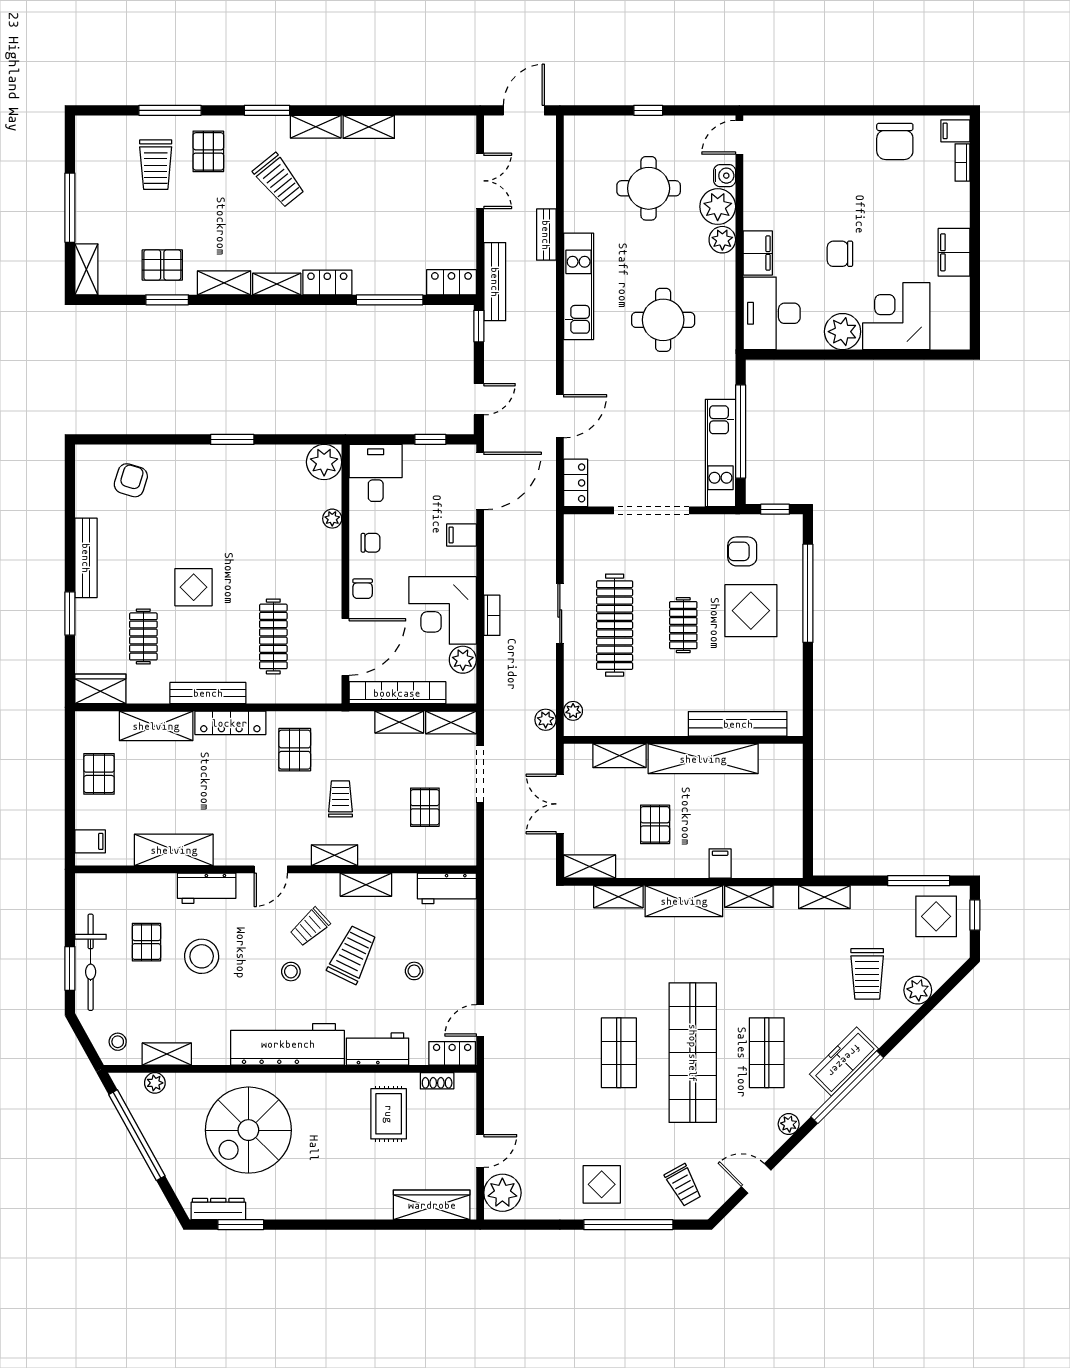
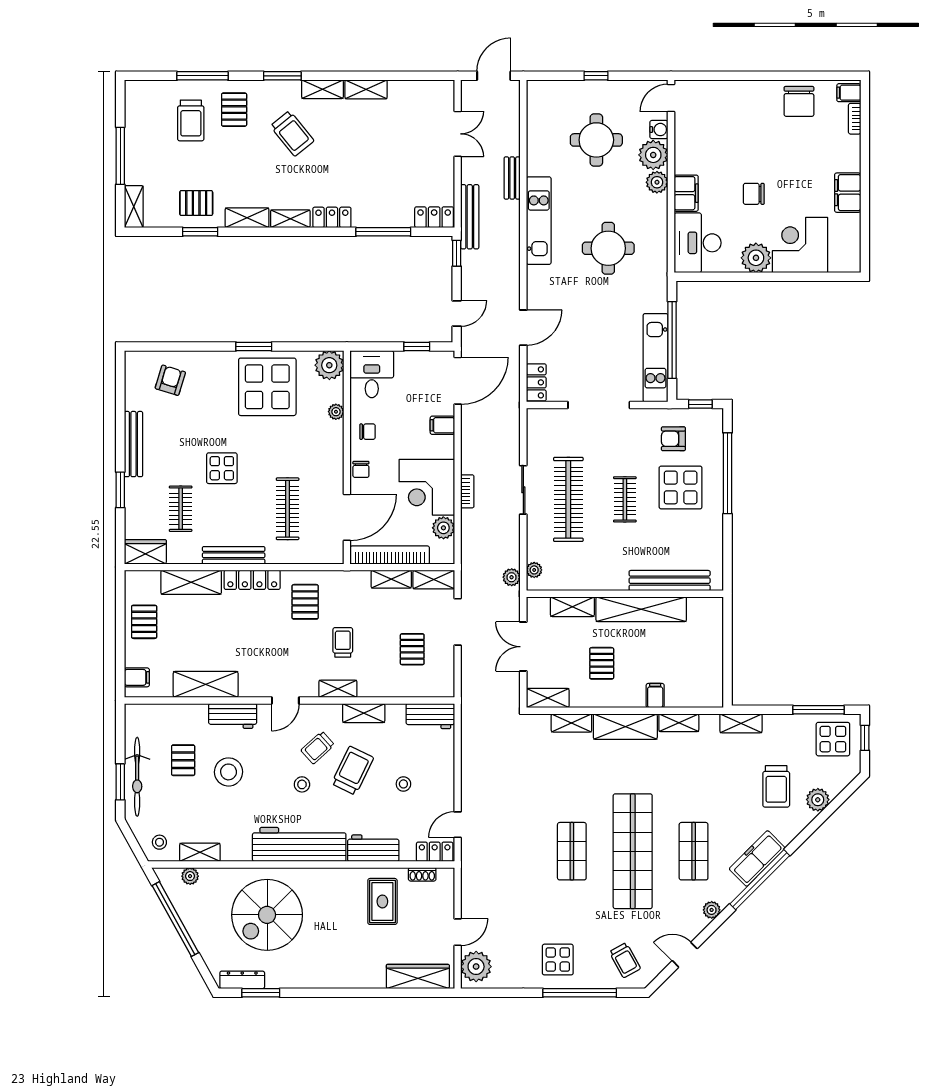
display table: (249, 488) -> (267, 387), added

